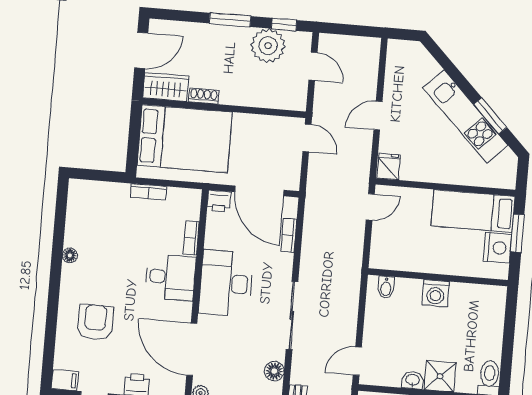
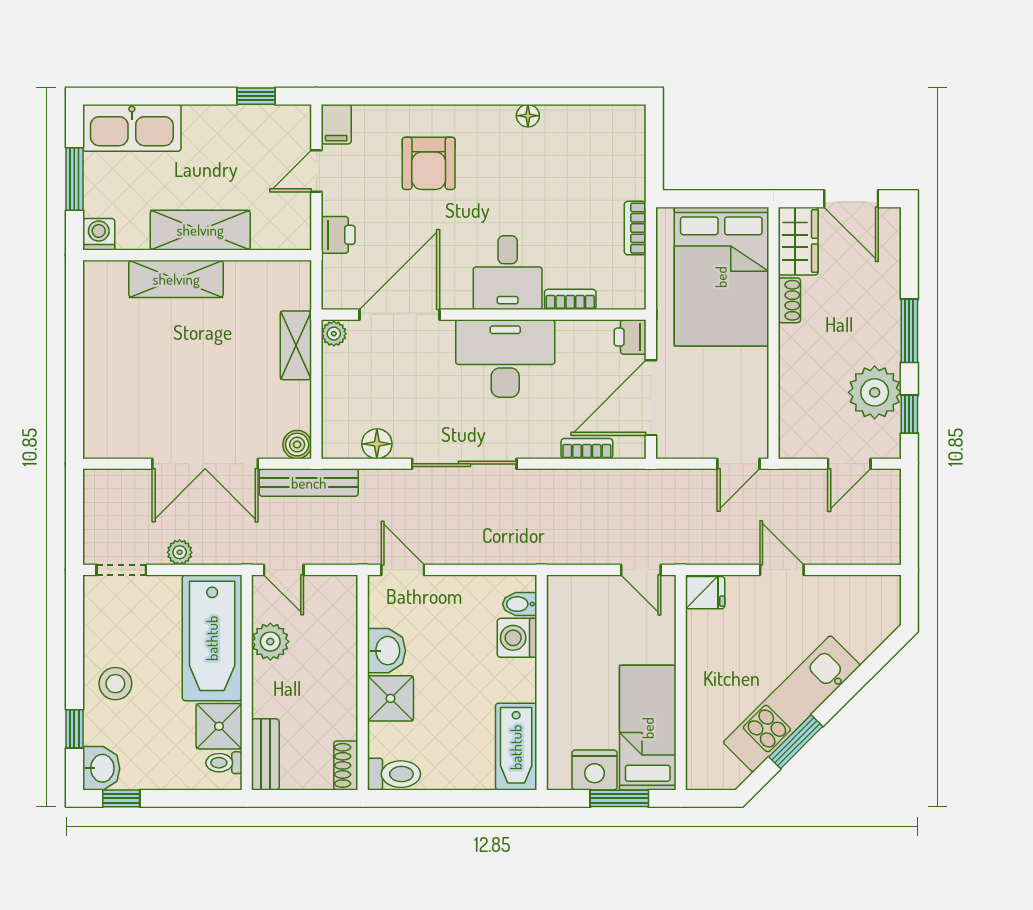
washing machine: (436, 293) -> (517, 638), moved
bathtub: (478, 297) -> (516, 747), added
armchair: (95, 322) -> (429, 163), turned 90
washbasin: (413, 380) -> (387, 651), width x1.38, depth x1.45

